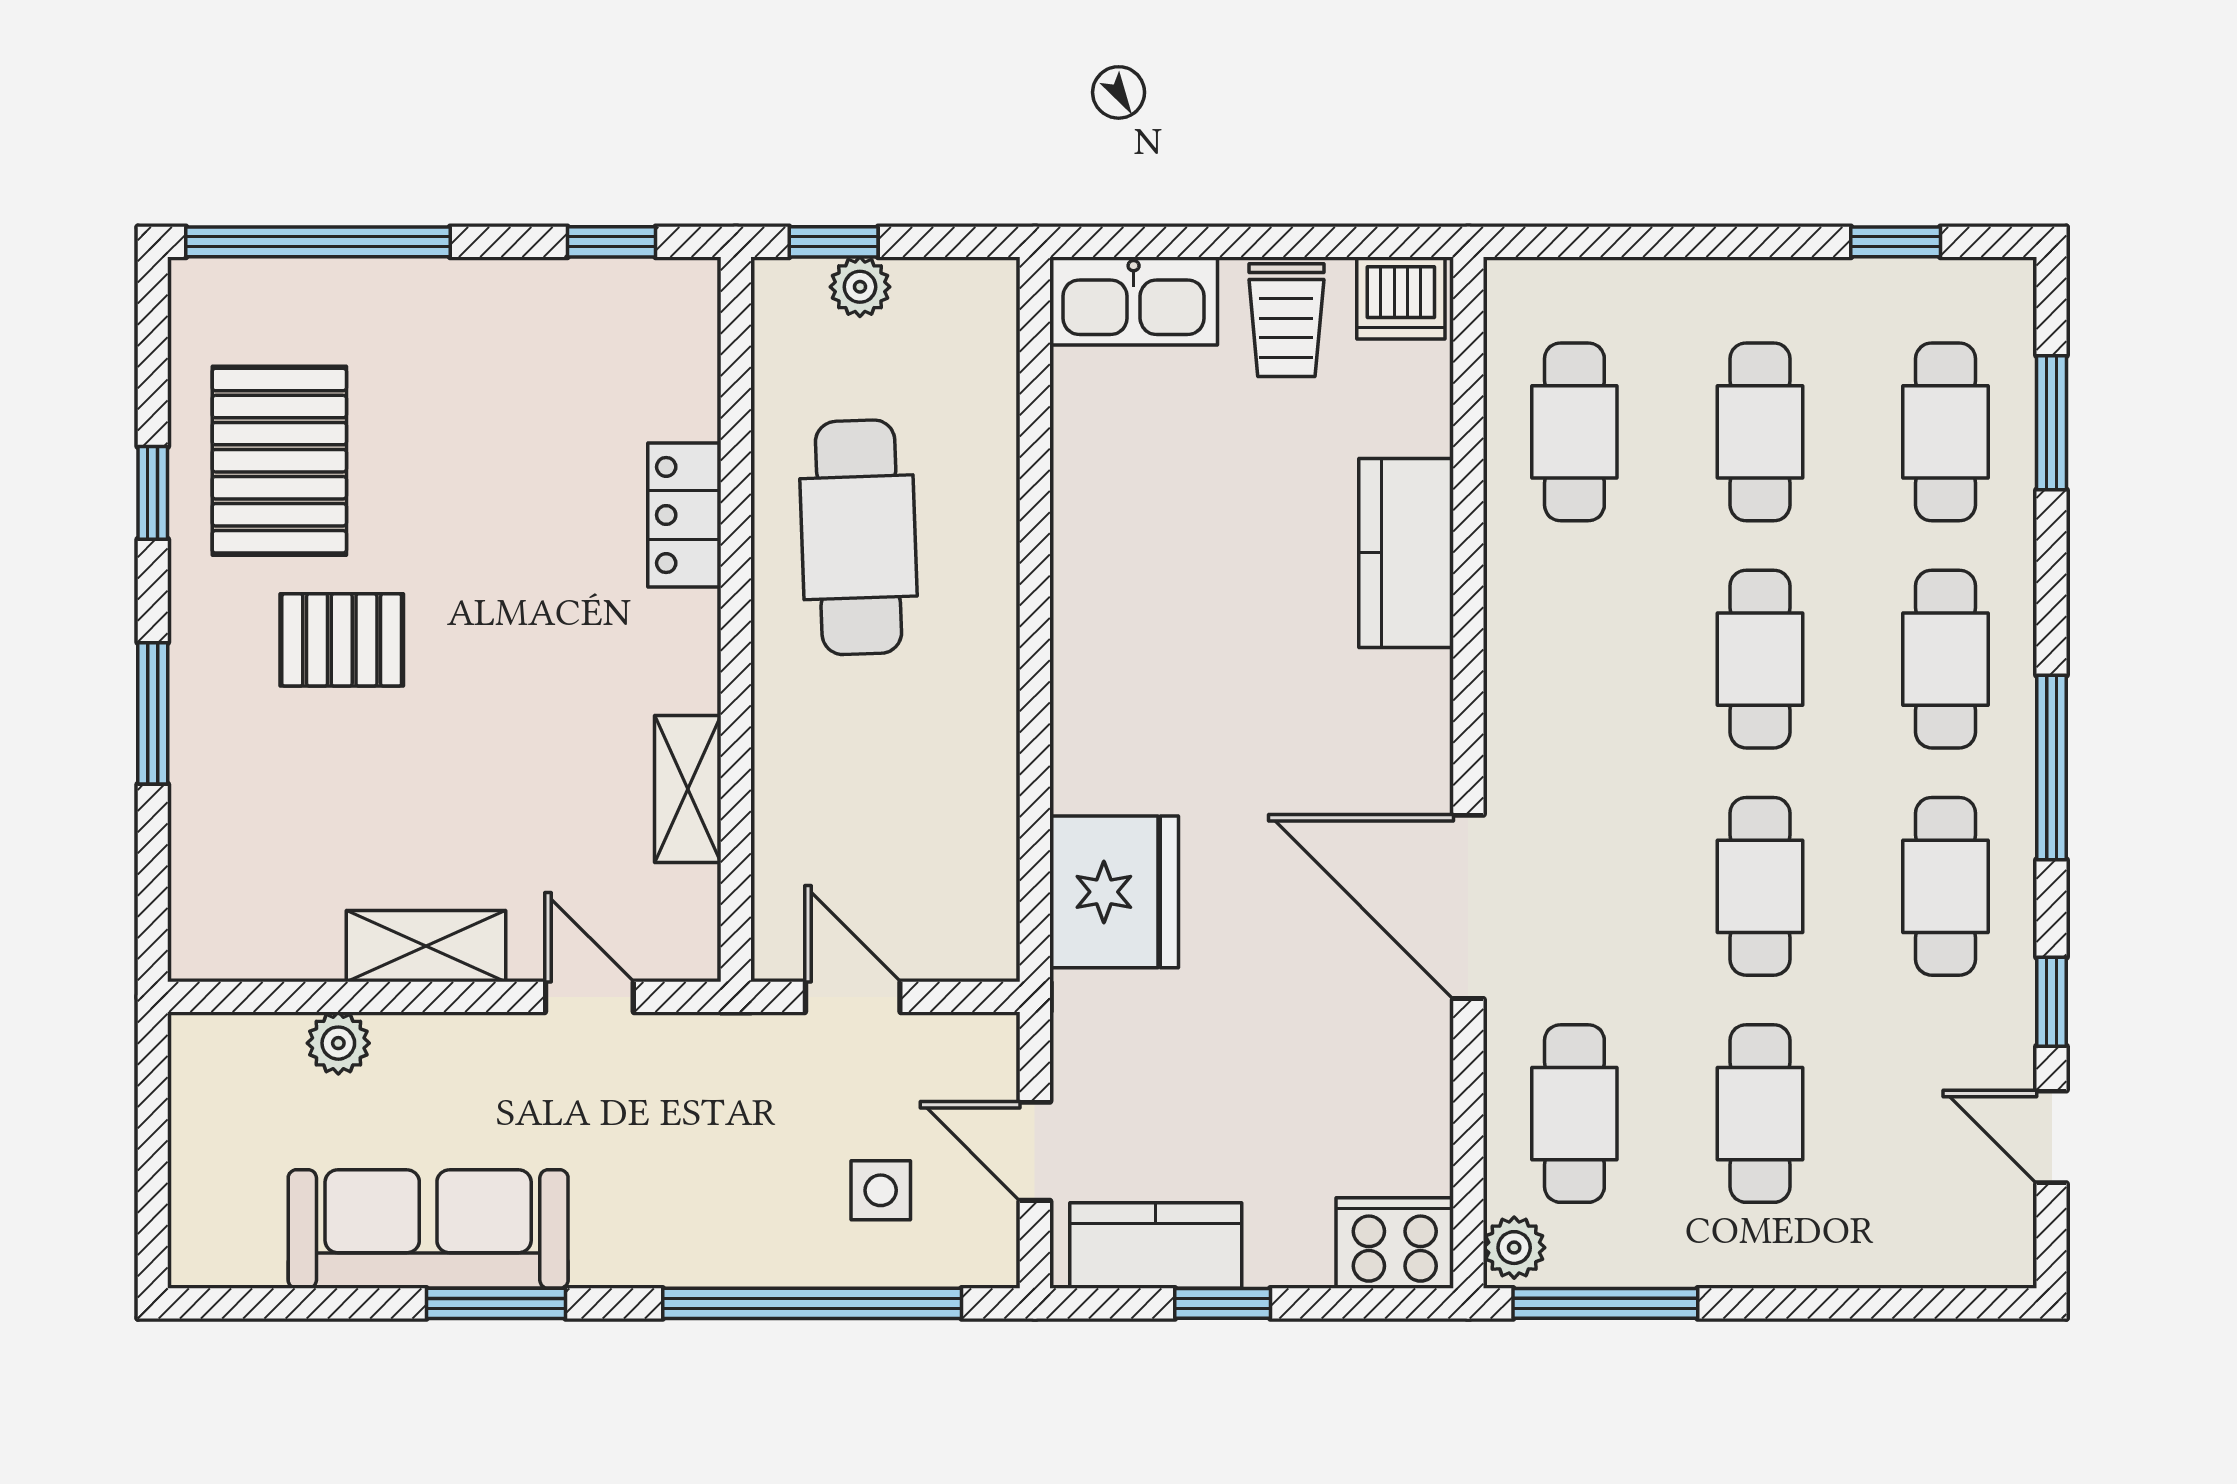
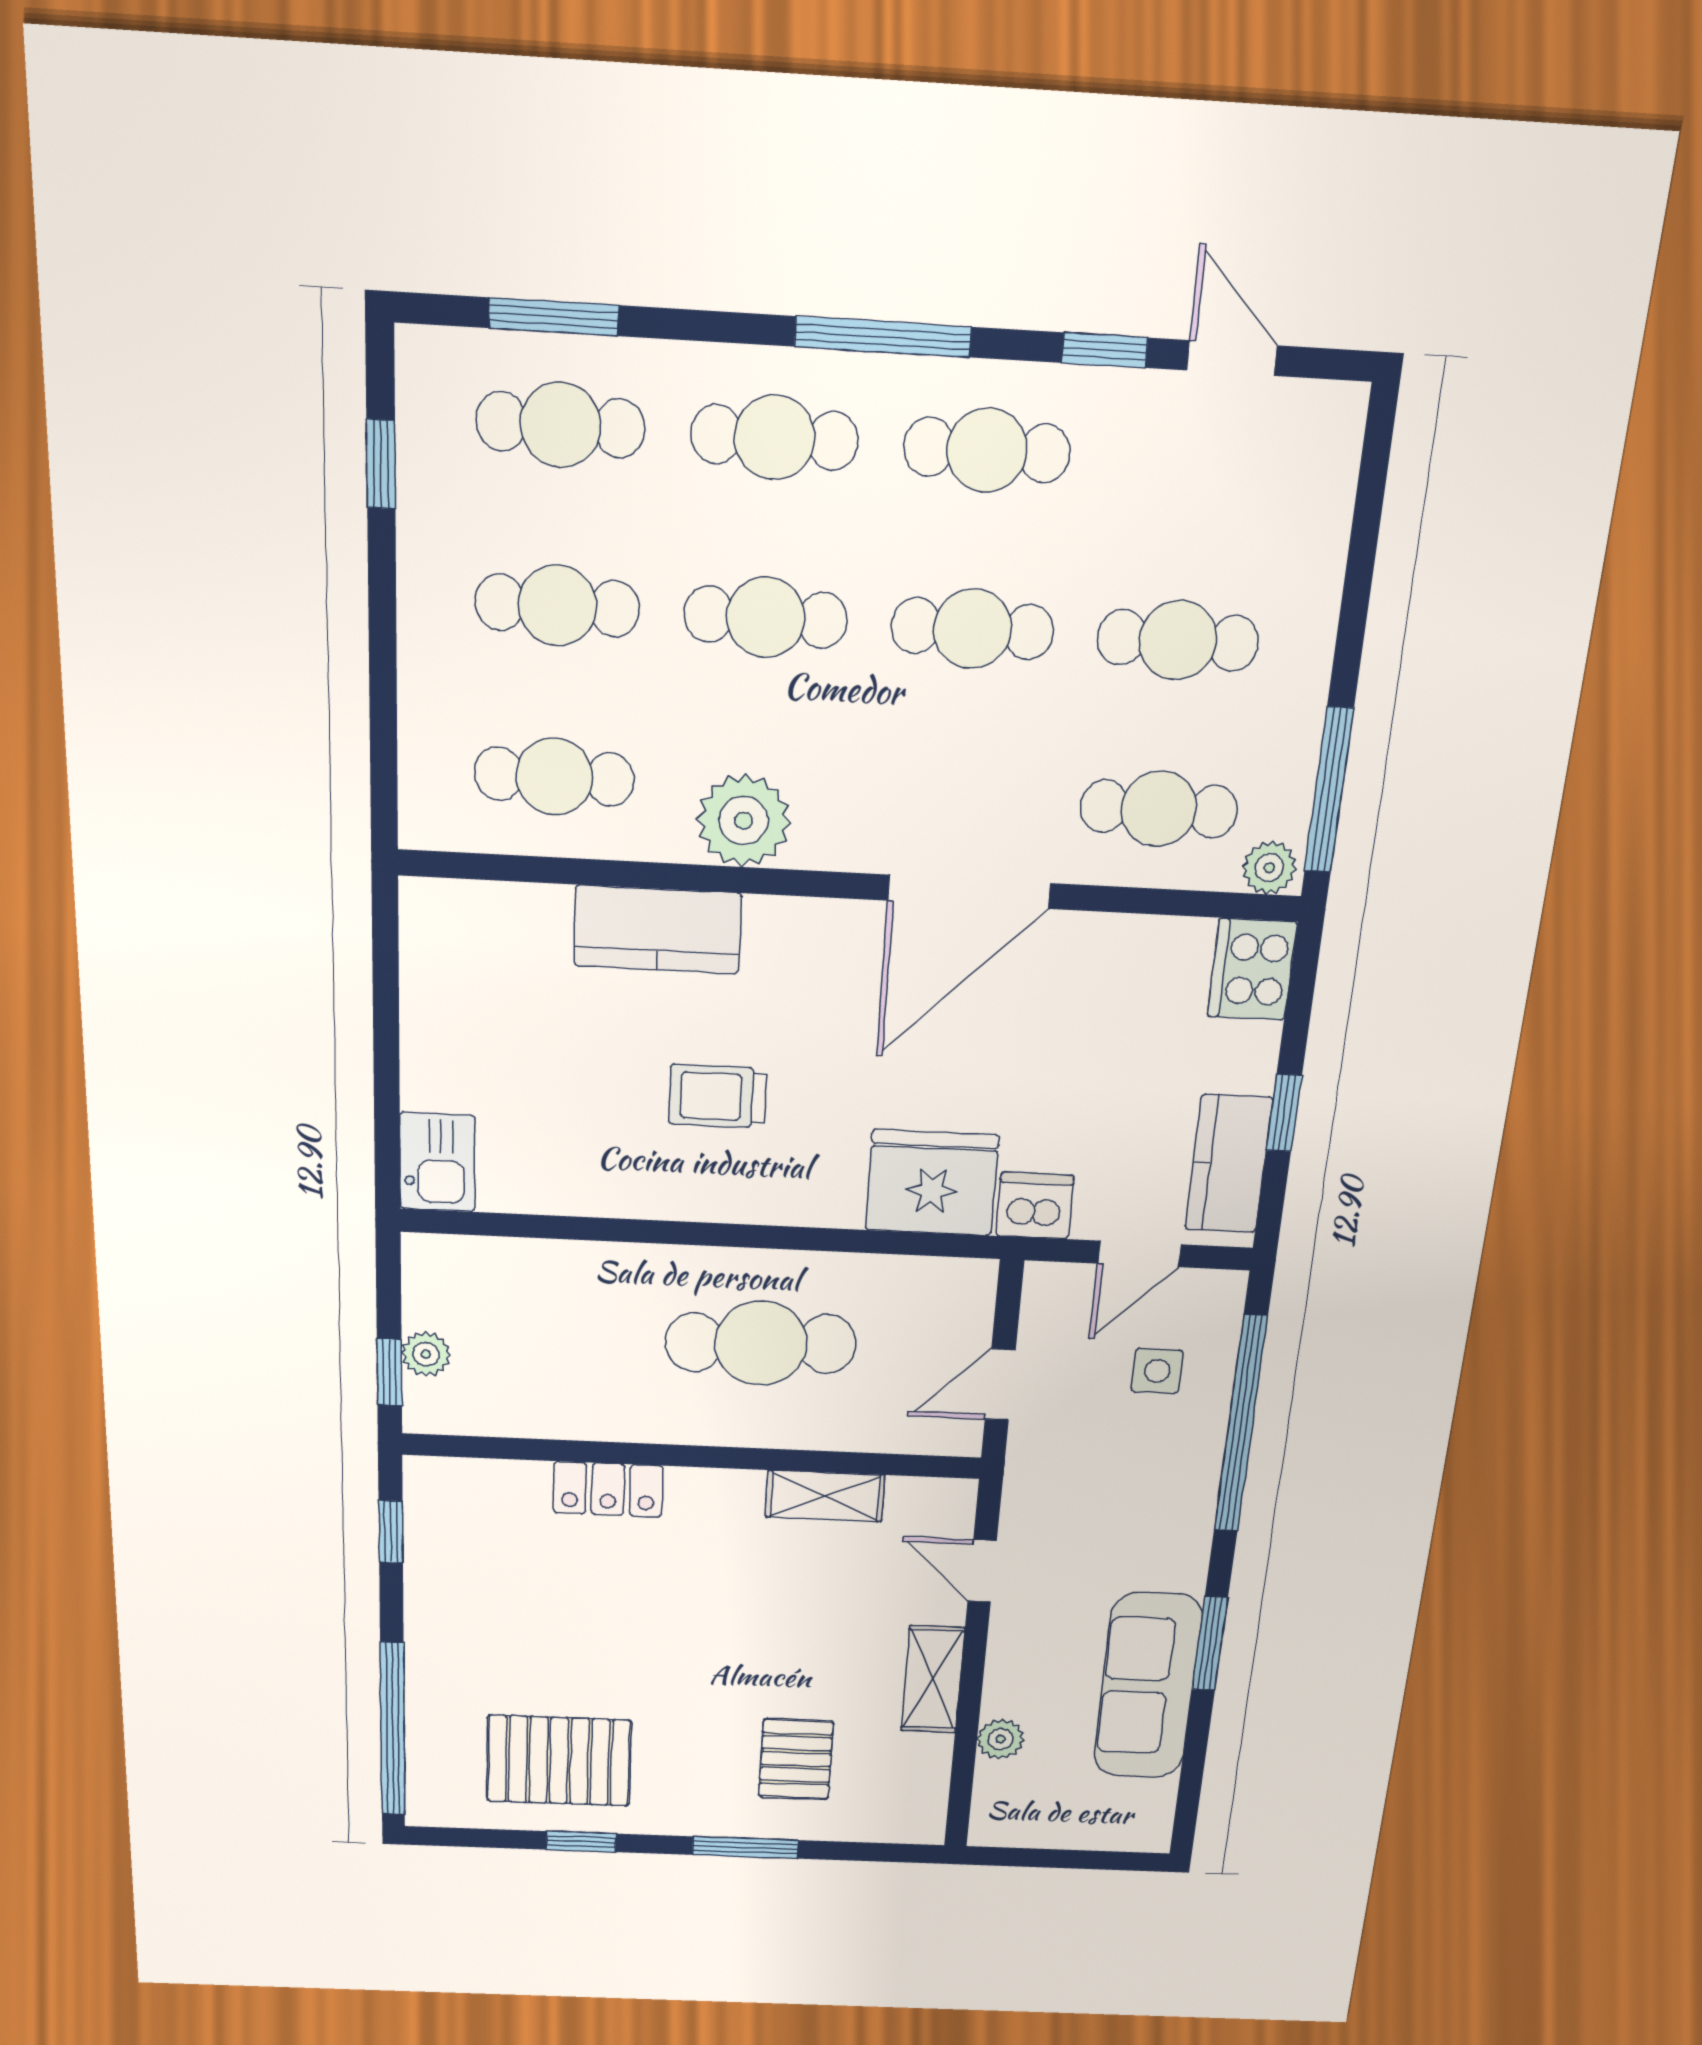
dishwasher: (1401, 298) -> (1035, 1206), moved, turned -90
kitchen sink: (1134, 301) -> (437, 1162), width x0.73
trolley: (1286, 320) -> (718, 1096), moved, turned 180
cafe table: (858, 537) -> (761, 1343), moved
pallet: (342, 640) -> (796, 1759), moved
plant: (1536, 646) -> (744, 821), added
door: (589, 997) -> (982, 1571), hinge flipped
door: (2052, 1137) -> (1232, 358), swing flipped

